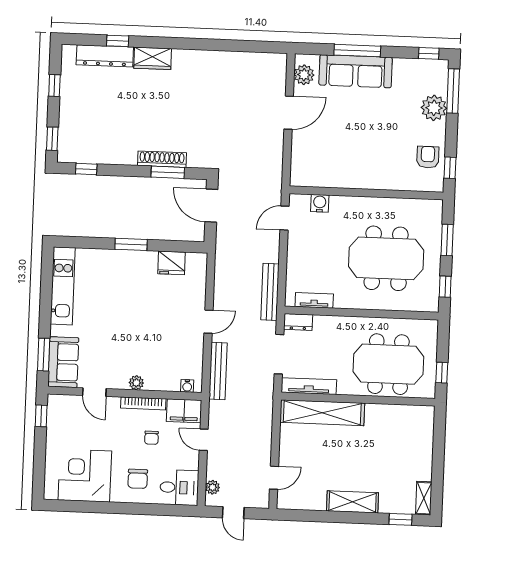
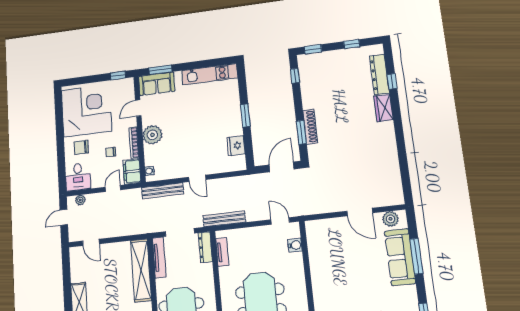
dresser: (298, 322) -> (205, 247), width x1.44
plant: (136, 383) -> (152, 135), width x1.88, depth x1.88
corner desk: (85, 476) -> (87, 111), width x1.36, depth x1.36

